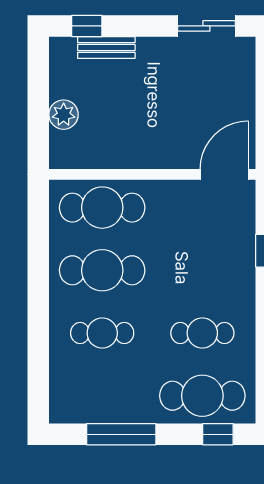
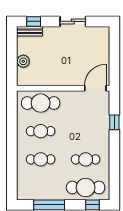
sliding door: (206, 26) -> (73, 21), moved
bench: (106, 47) -> (30, 31), moved
cafe table: (102, 270) -> (41, 131), width x0.73, depth x0.74

